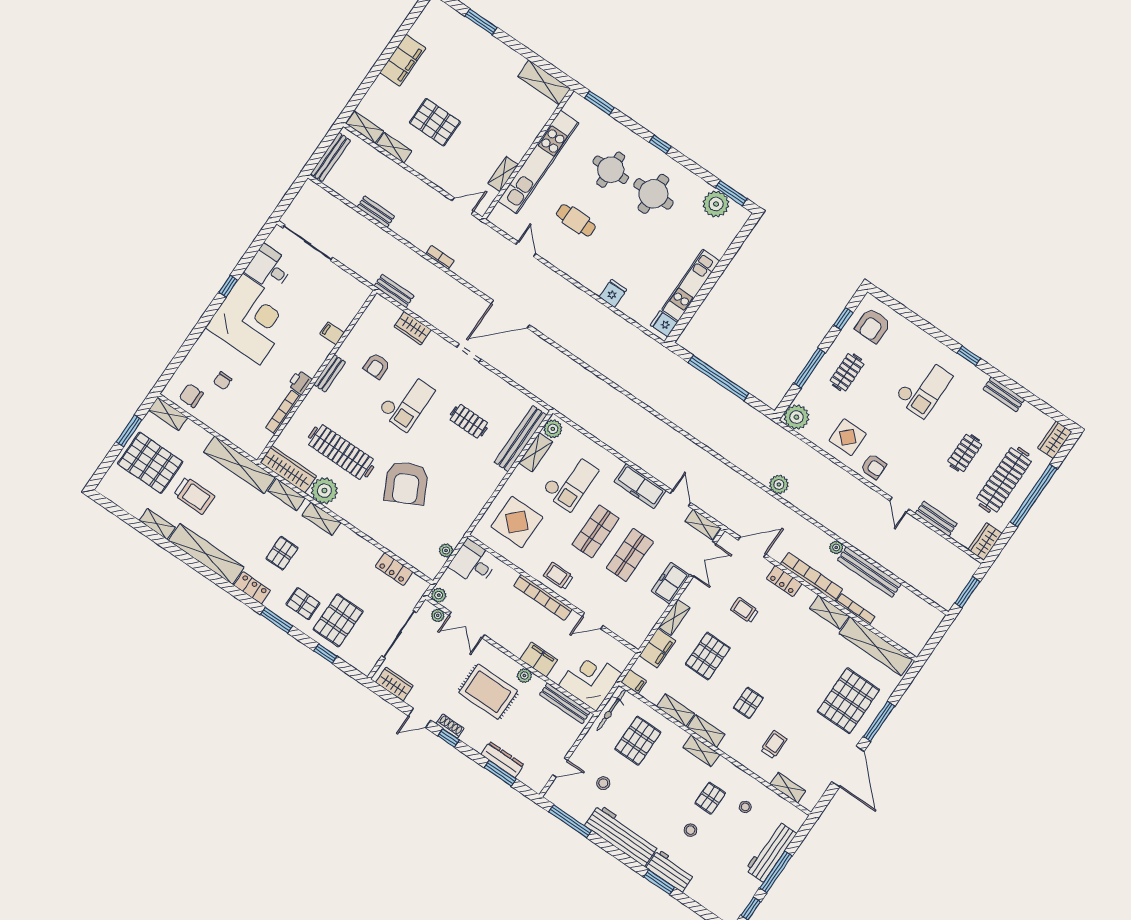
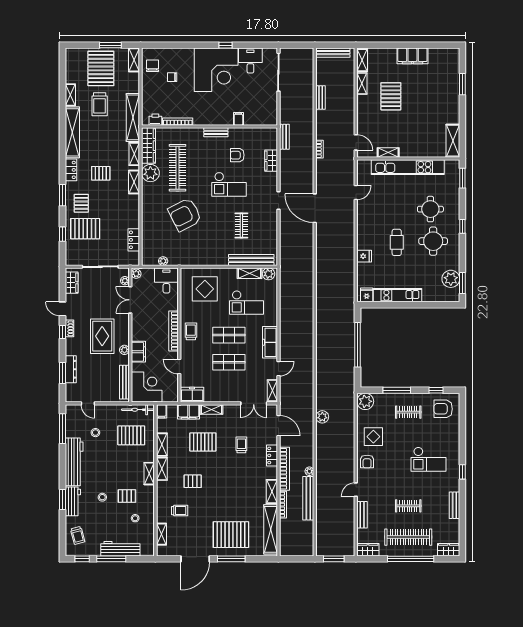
cafe table: (576, 220) -> (397, 242), moved
printer: (300, 382) -> (155, 120), moved
freezer: (670, 583) -> (192, 395), moved
trolley: (717, 894) -> (78, 535), added

